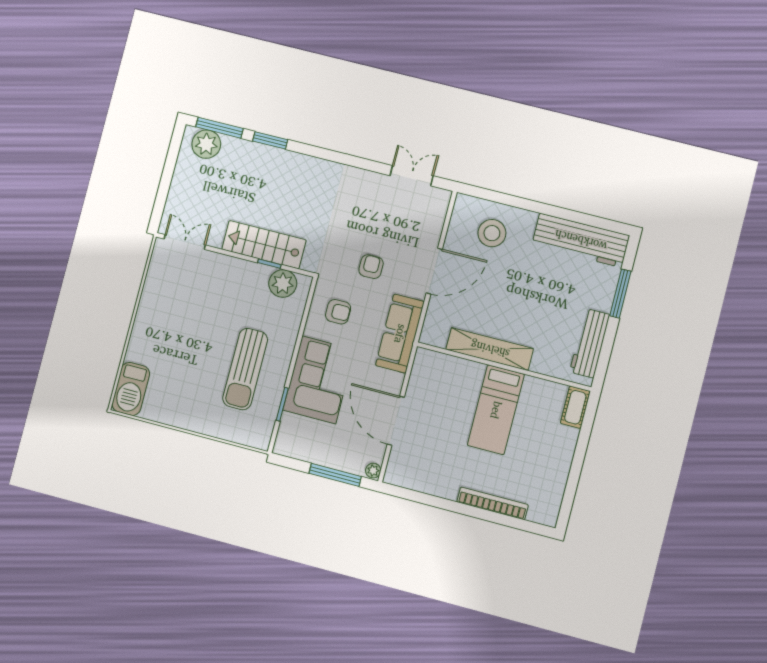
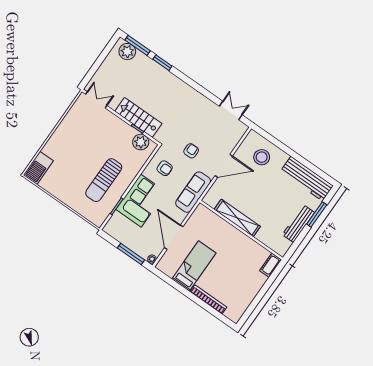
workbench: (590, 343) -> (298, 224), moved
bed: (496, 410) -> (194, 266), moved, turned 180

